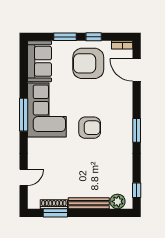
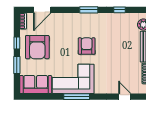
window: (137, 190) -> (120, 10), moved

